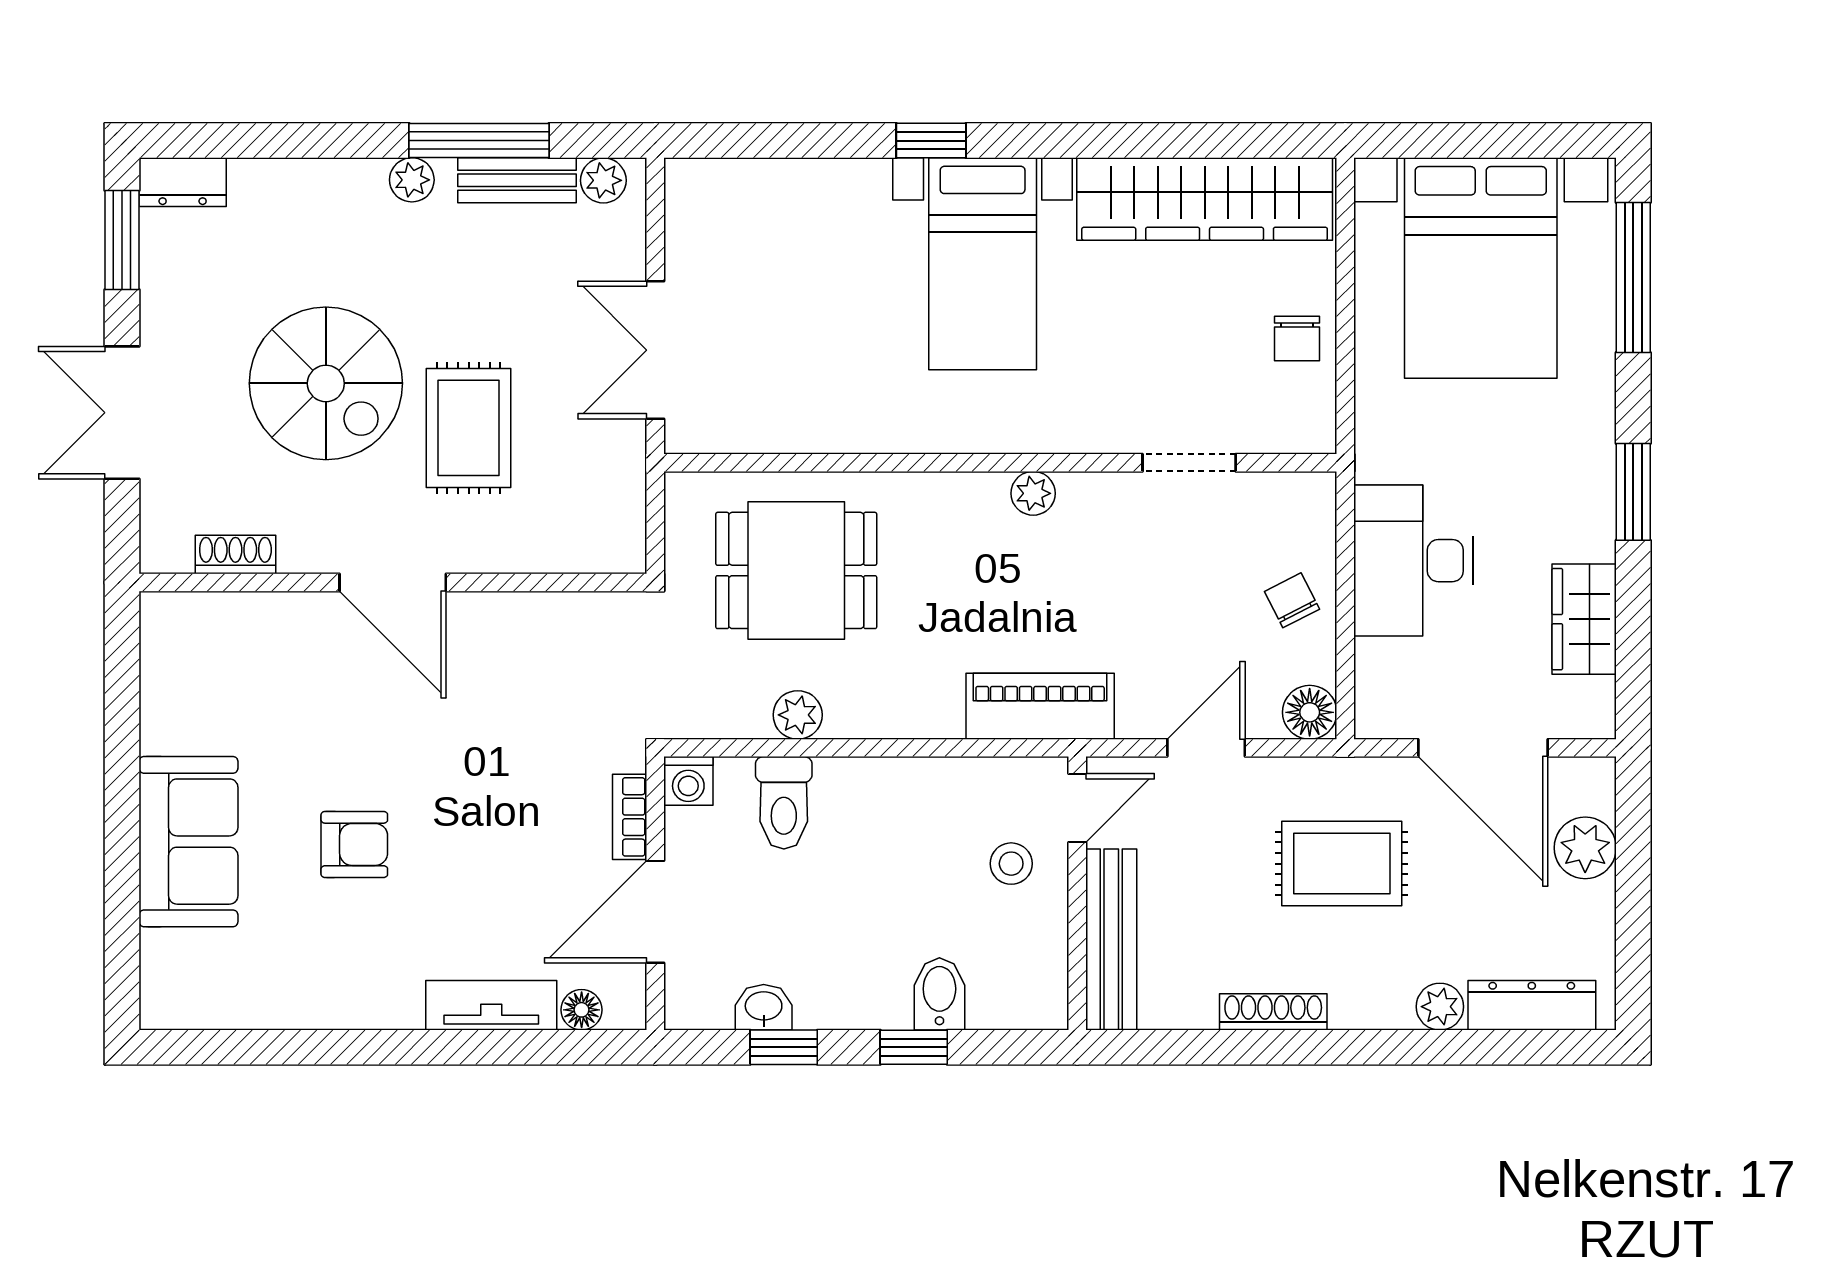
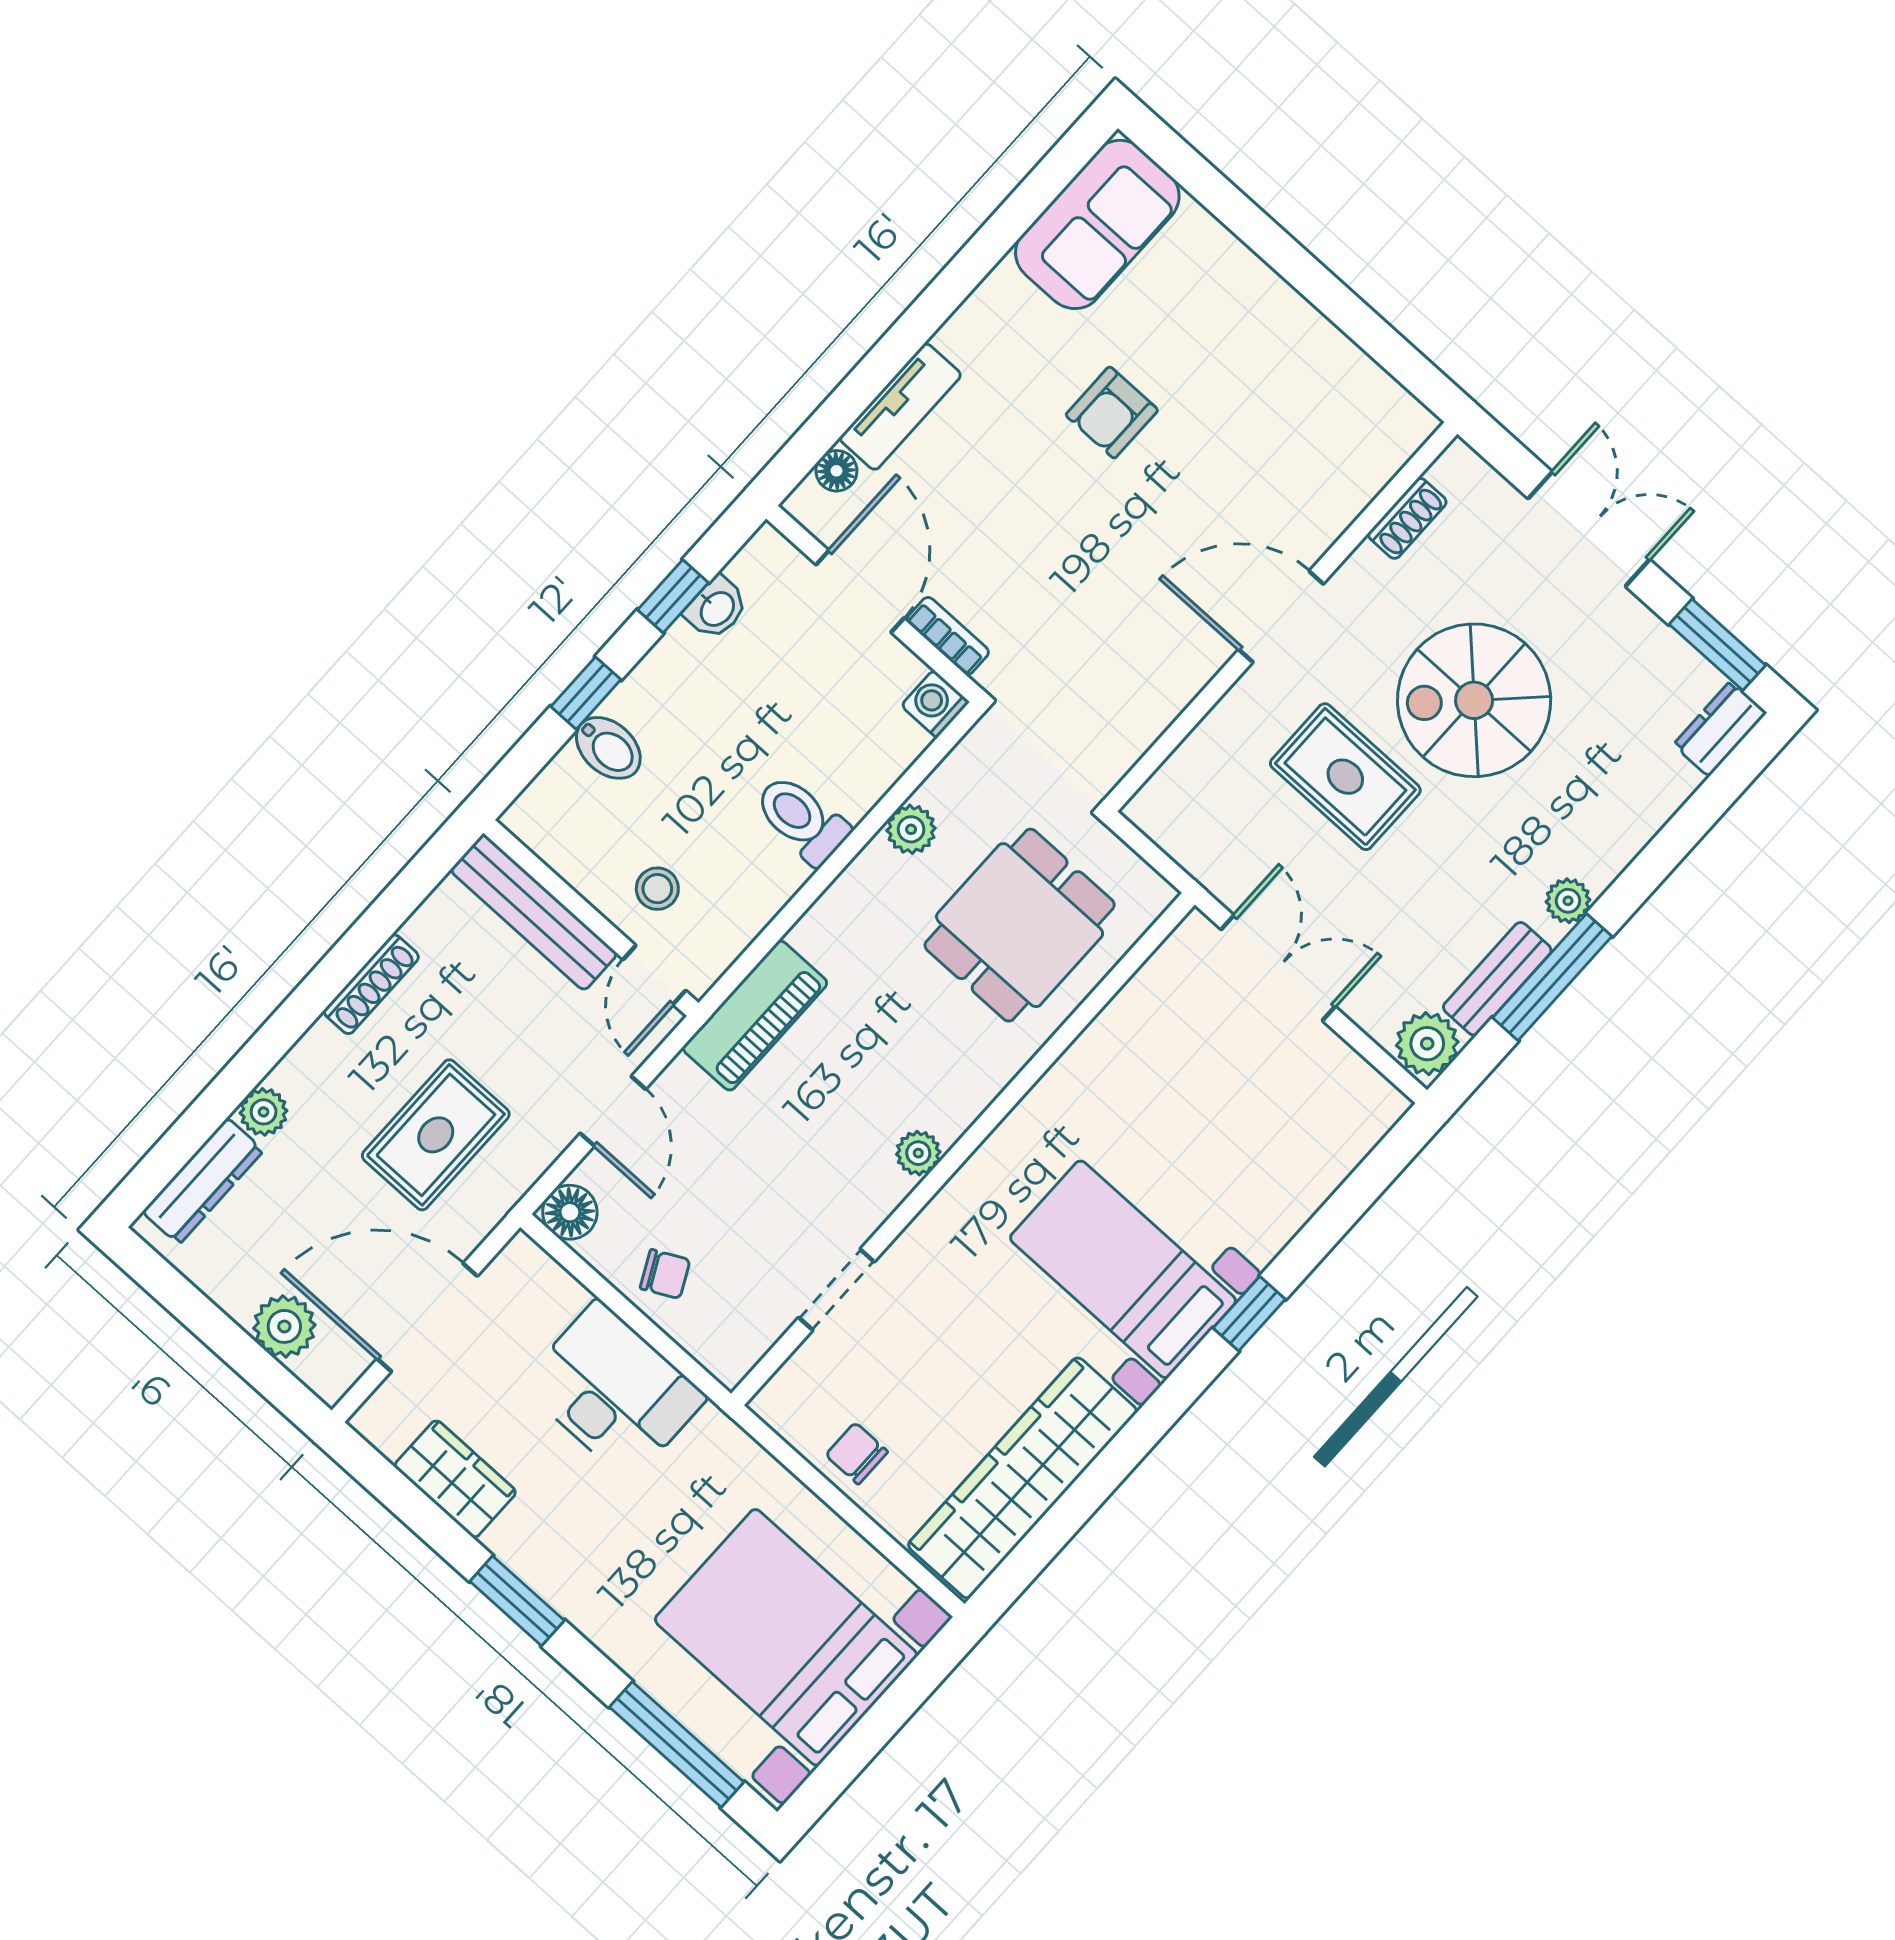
plant: (603, 180) -> (1427, 1044), width x1.38, depth x1.38
toilet: (784, 803) -> (802, 819), moved
sofa: (188, 842) -> (1097, 224), moved, turned -90

